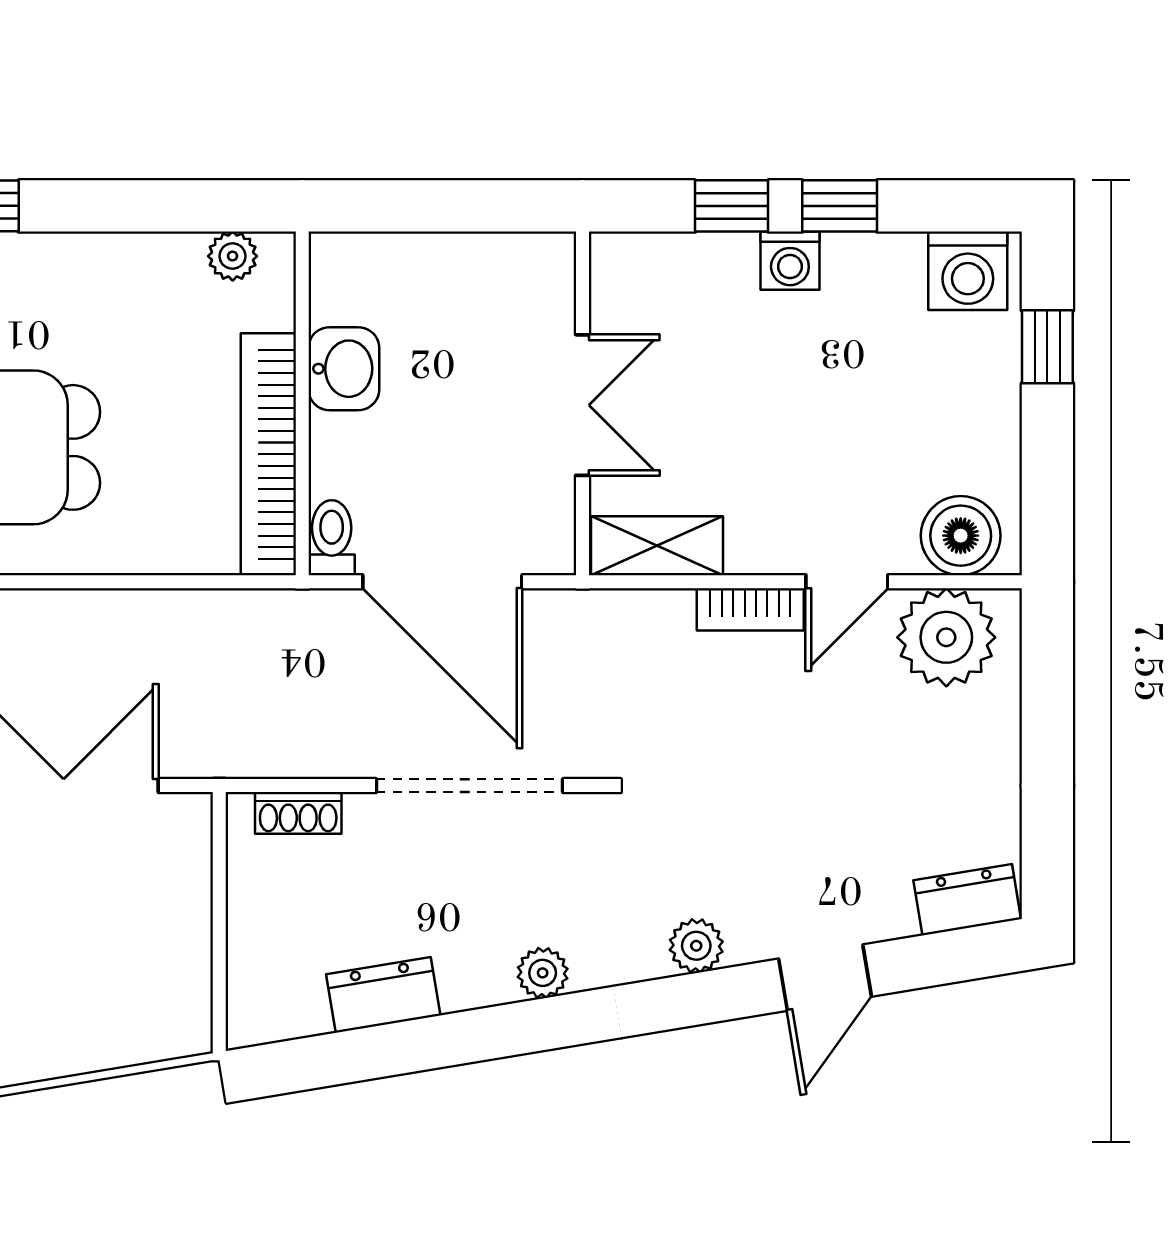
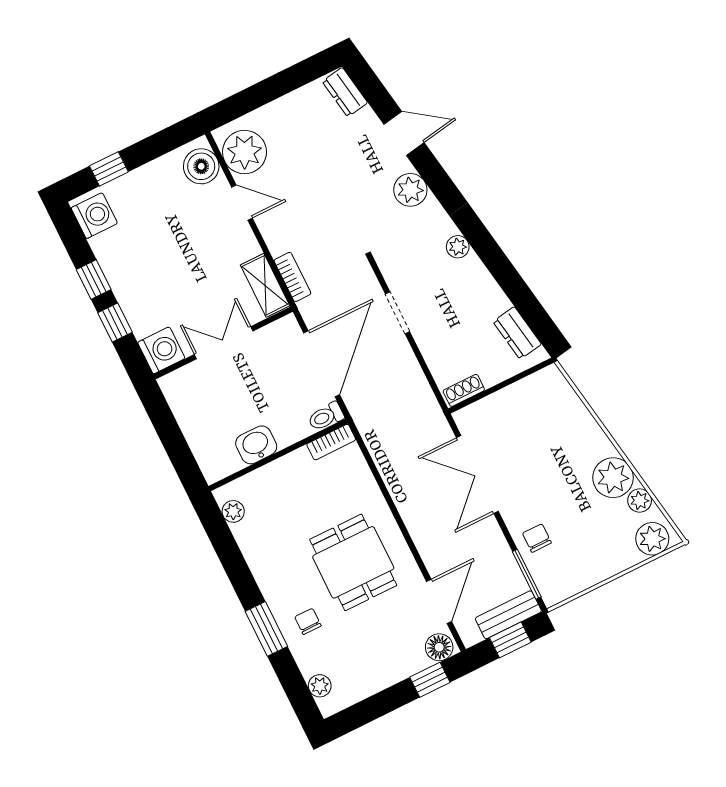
washing machine: (790, 261) -> (161, 350), moved, width x1.38, depth x1.38
bookcase: (268, 454) -> (331, 442), width x0.43, depth x0.76
bookcase: (750, 609) -> (292, 277), moved
doorway: (469, 786) -> (397, 313), width x0.53
shoe rack: (298, 813) -> (464, 390), moved, turned -90
plant: (696, 946) -> (410, 190), width x1.38, depth x1.38
dresser: (383, 995) -> (517, 333), moved

